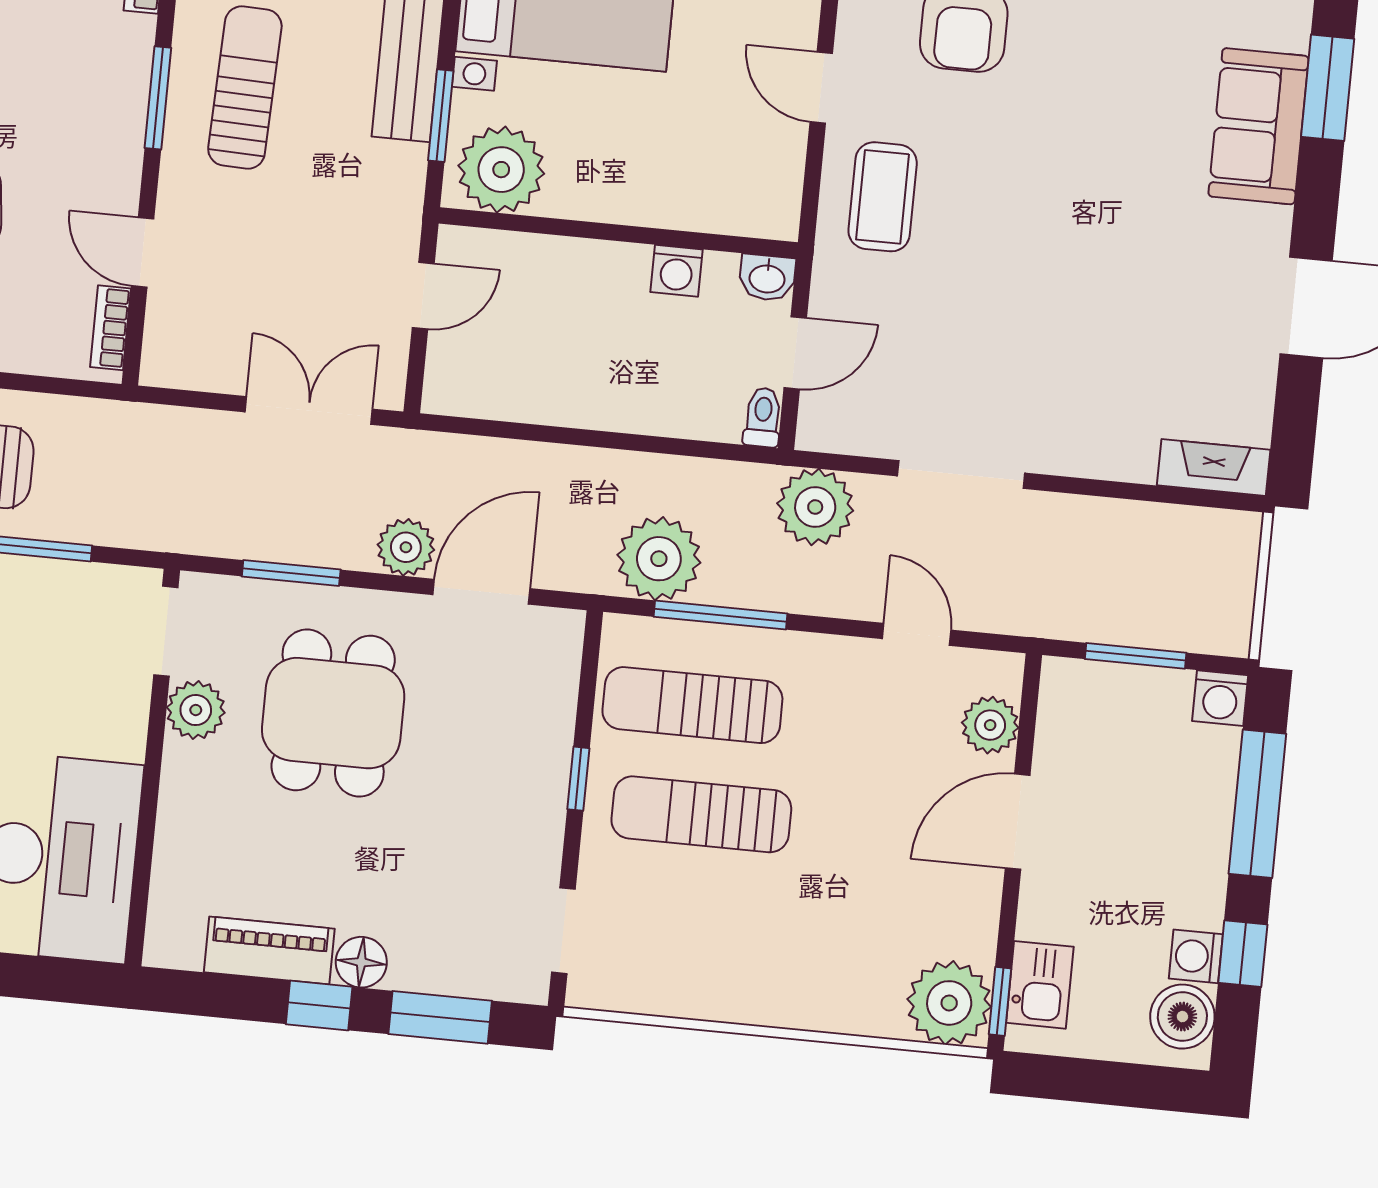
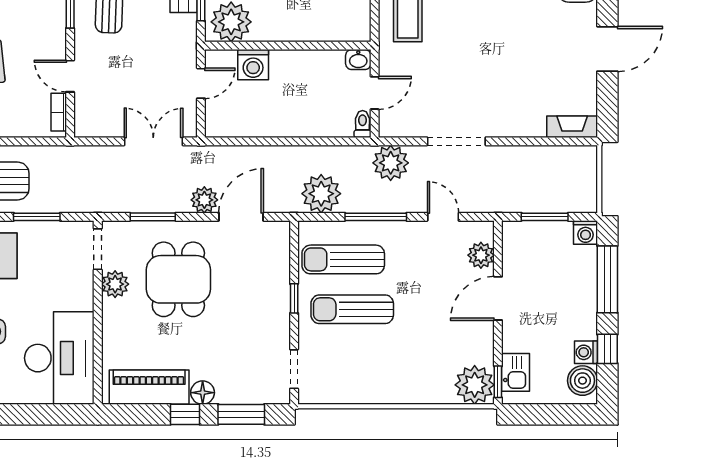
washing machine: (677, 271) -> (253, 65), moved, width x1.38, depth x1.38
window: (720, 615) -> (376, 217), moved
piano: (269, 950) -> (149, 387), width x1.37, depth x1.33

